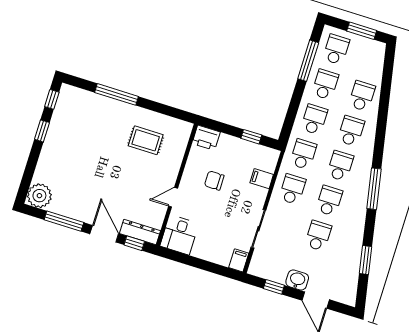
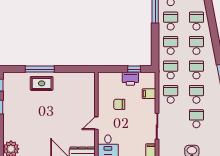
printer: (206, 138) -> (130, 79), moved
rug: (146, 140) -> (42, 83), moved

